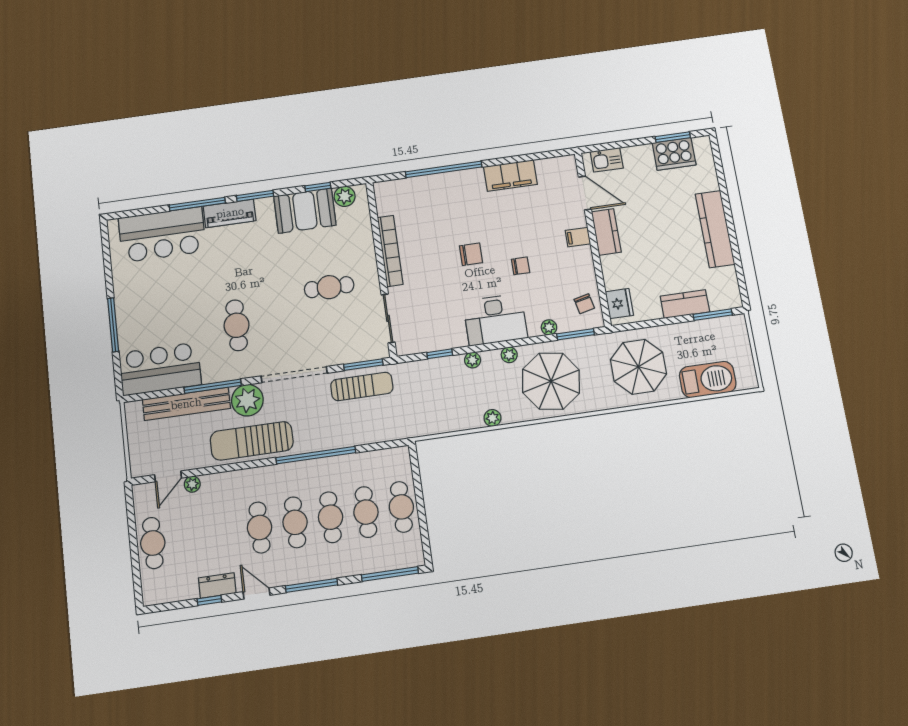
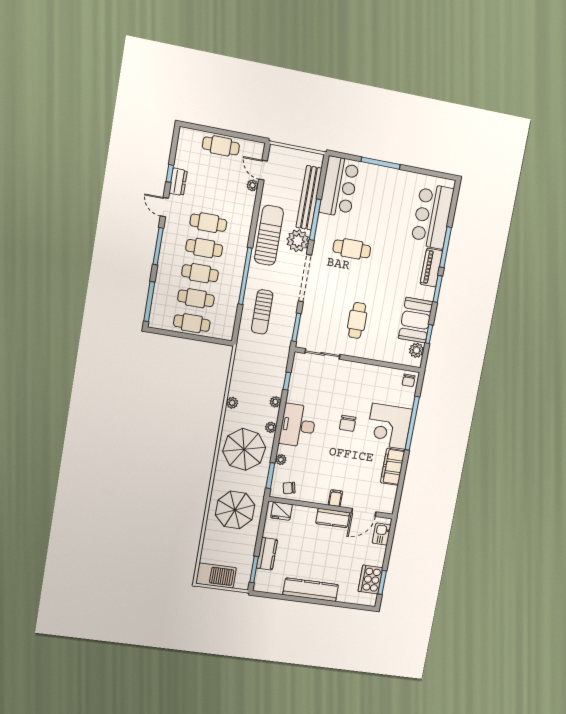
corner desk: (457, 198) -> (389, 426), added
bookcase: (390, 251) -> (368, 370), removed
chair: (521, 266) -> (409, 380), moved
barbecue: (708, 380) -> (216, 576), moved, turned -90
sun lounger: (362, 386) -> (262, 312), moved
door: (256, 593) -> (164, 207), swing flipped

